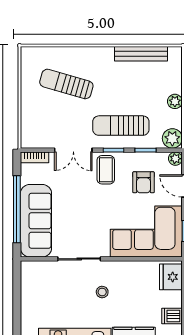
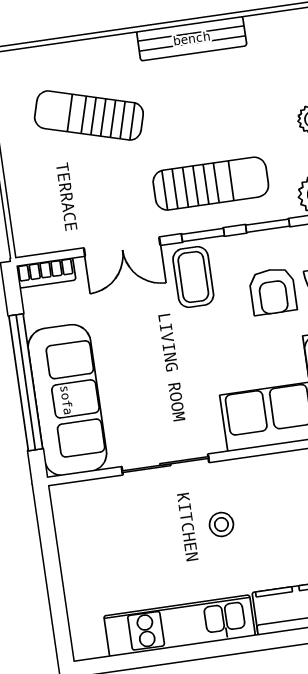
bench: (141, 54) -> (192, 38), moved
sun lounger: (121, 126) -> (211, 184), turned 180

